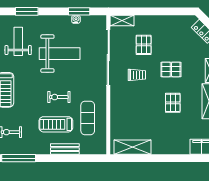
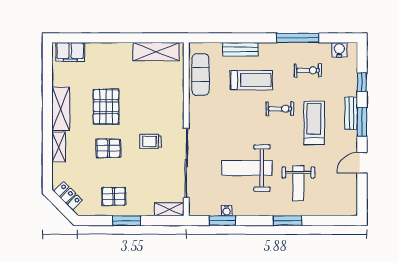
window: (156, 11) -> (127, 221), added
pallet: (144, 45) -> (114, 196), moved, turned 90
exercise bike: (59, 97) -> (280, 109), moved
pallet: (173, 103) -> (106, 107), width x1.50, depth x1.42
exercise mat: (88, 118) -> (201, 75), moved

